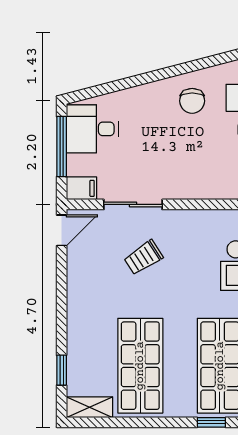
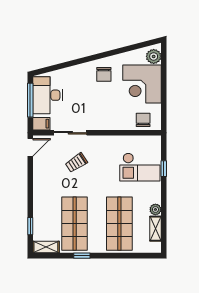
desk: (92, 129) -> (47, 95), width x1.37
window: (211, 422) -> (82, 256), moved

